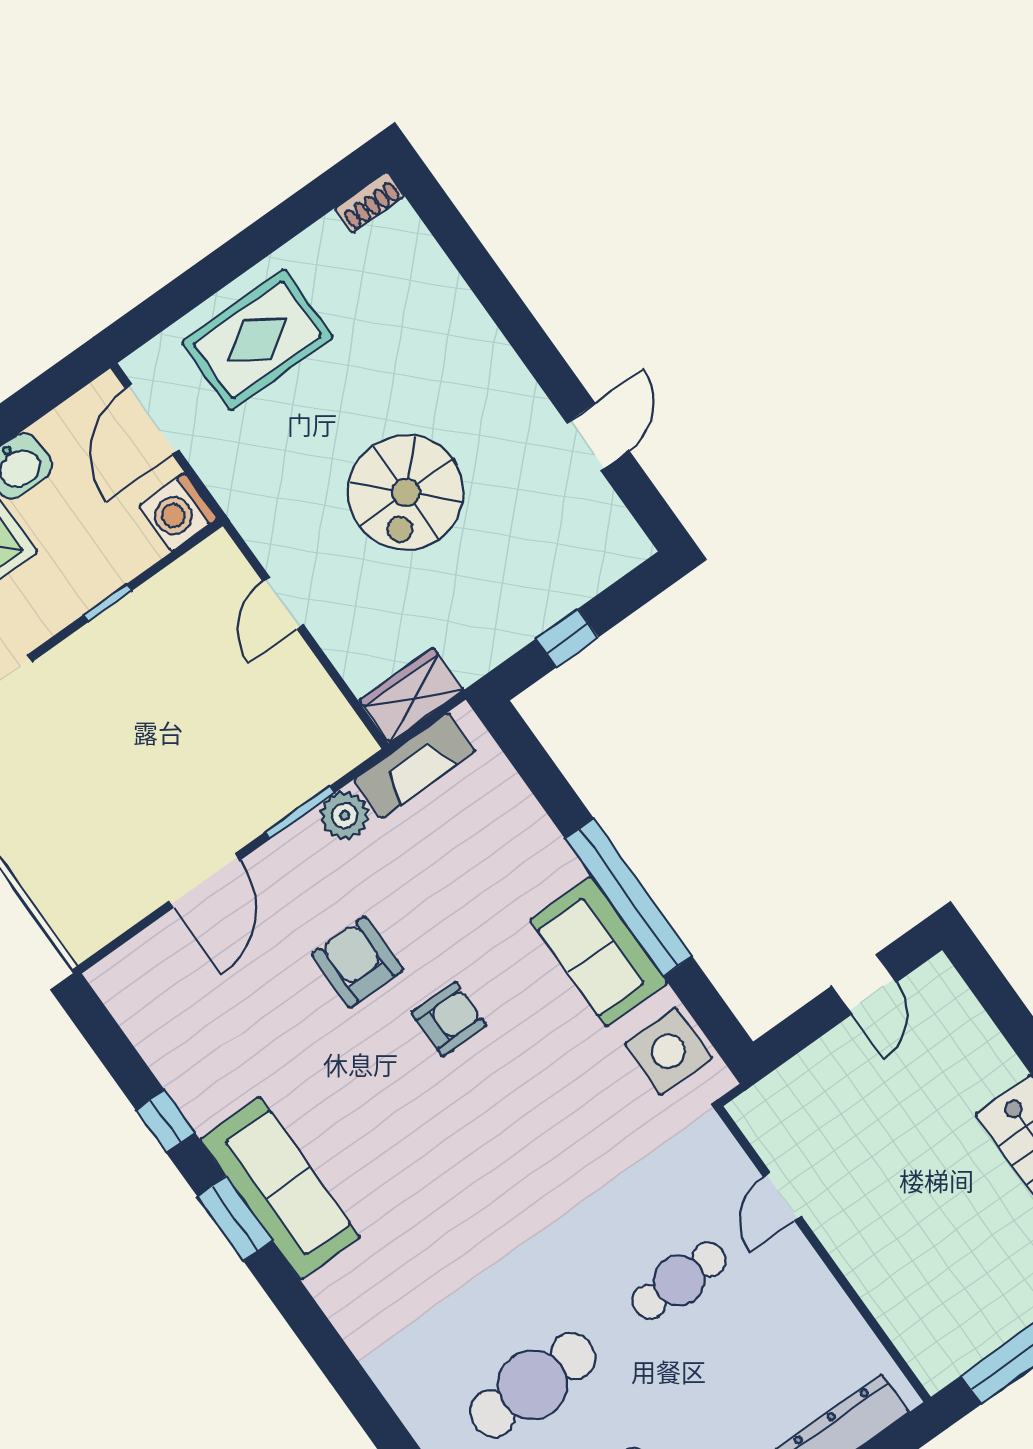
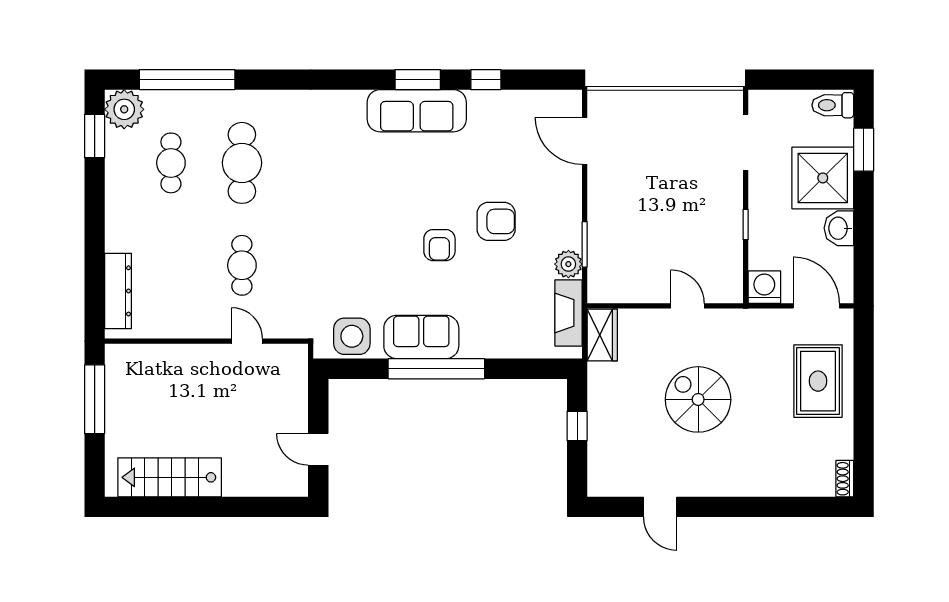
door: (204, 880) -> (585, 141), moved

